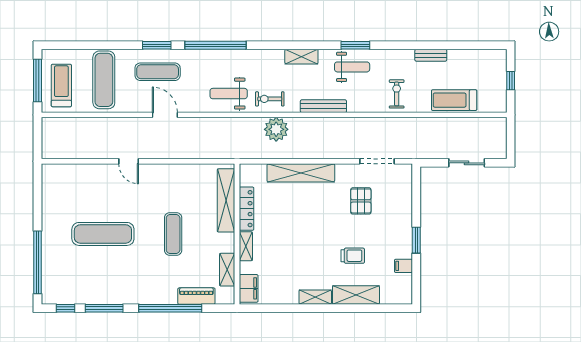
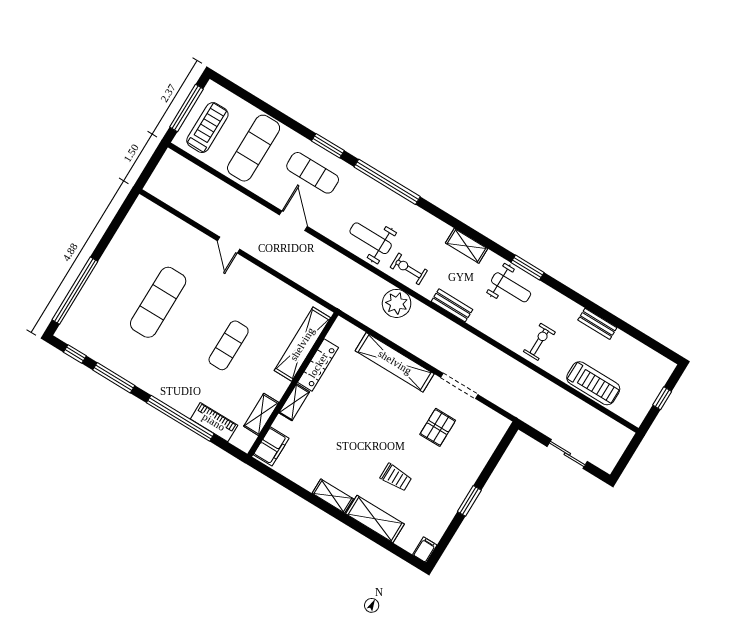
treadmill: (454, 100) -> (593, 383), turned 180
bench: (323, 106) -> (452, 305), width x0.73
doorway: (377, 161) -> (459, 386), moved
exercise mat: (103, 234) -> (158, 302), turned 90
filing cabinet: (403, 266) -> (425, 550), moved, turned 90

